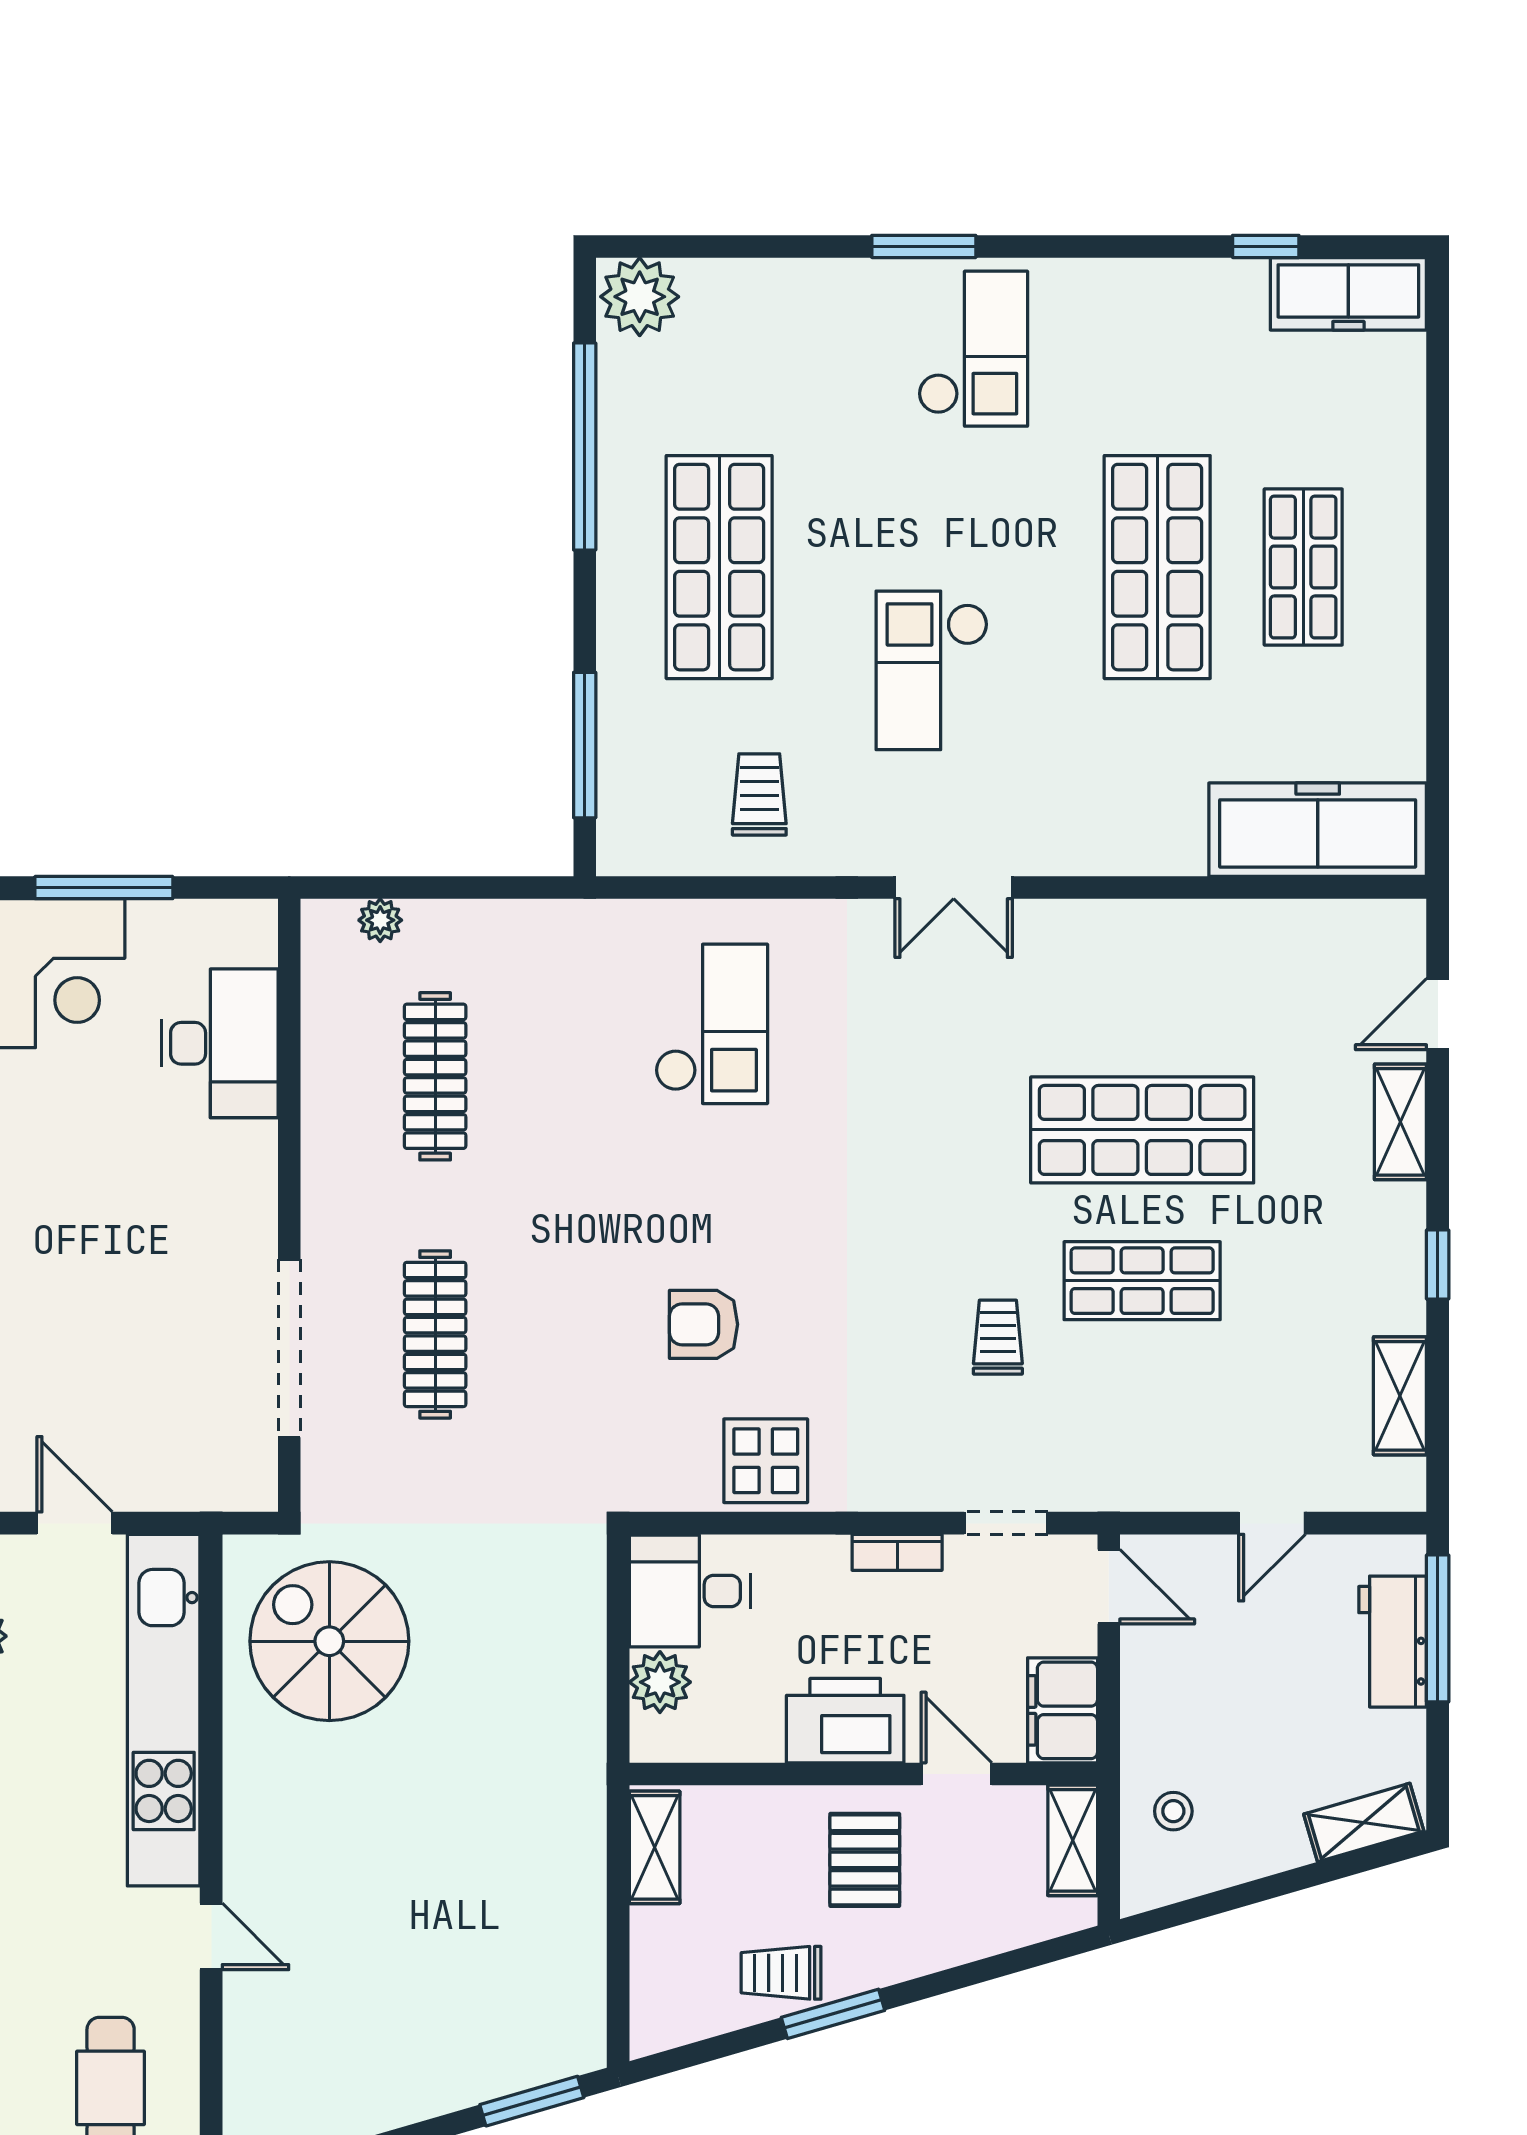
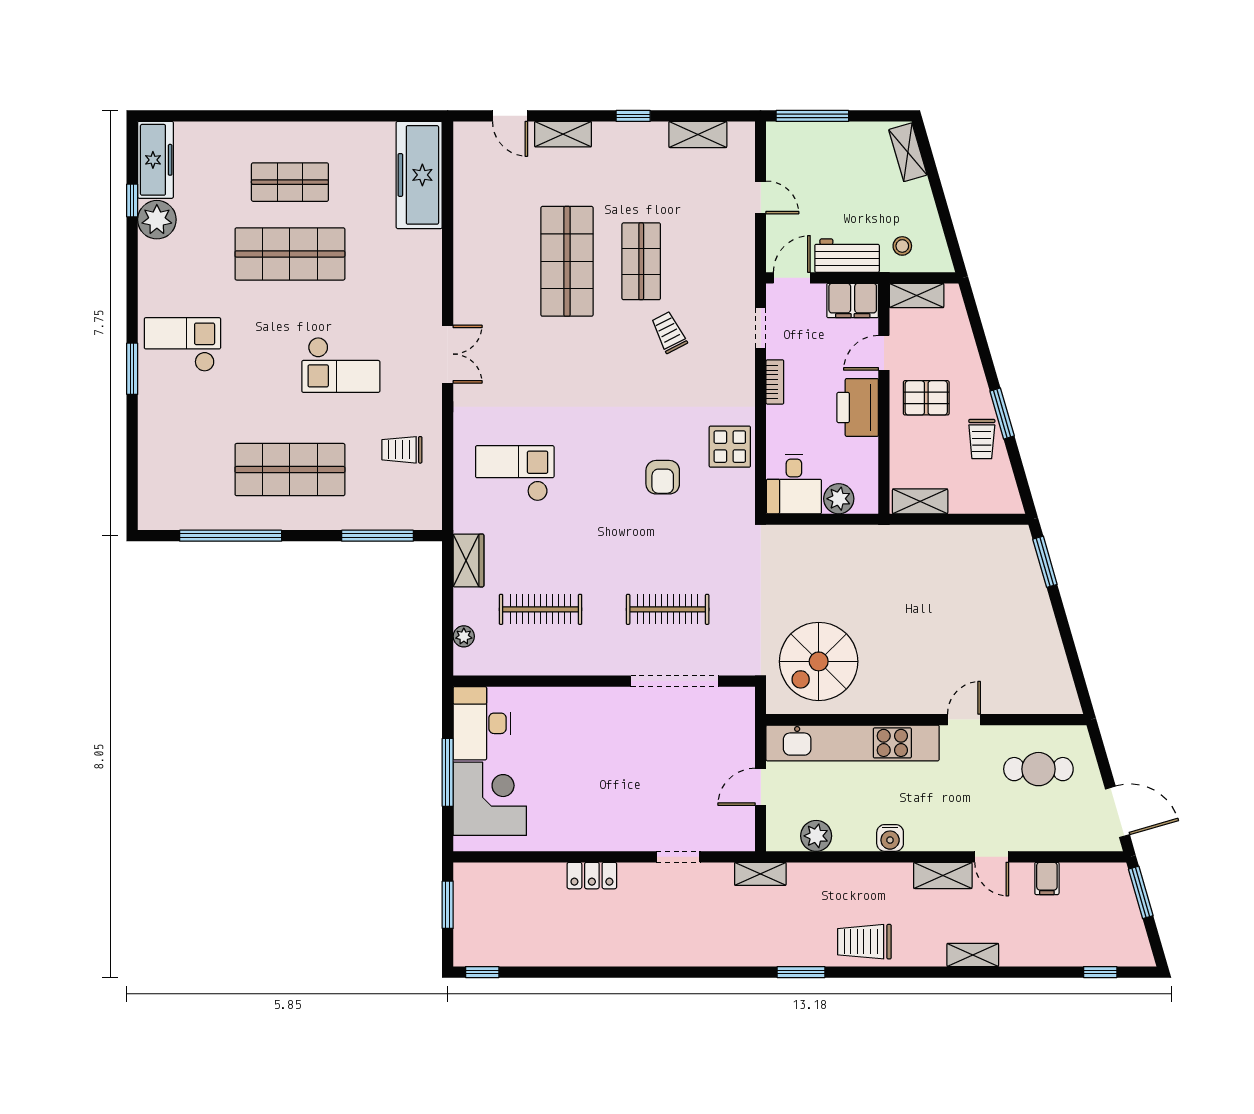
plant: (640, 297) -> (157, 220), moved
wardrobe: (534, 930) -> (469, 560), added
desk: (220, 1043) -> (482, 723), moved, turned -90
trolley: (998, 1337) -> (669, 332), turned 63
workbench: (1393, 1642) -> (847, 256), moved, turned 180

